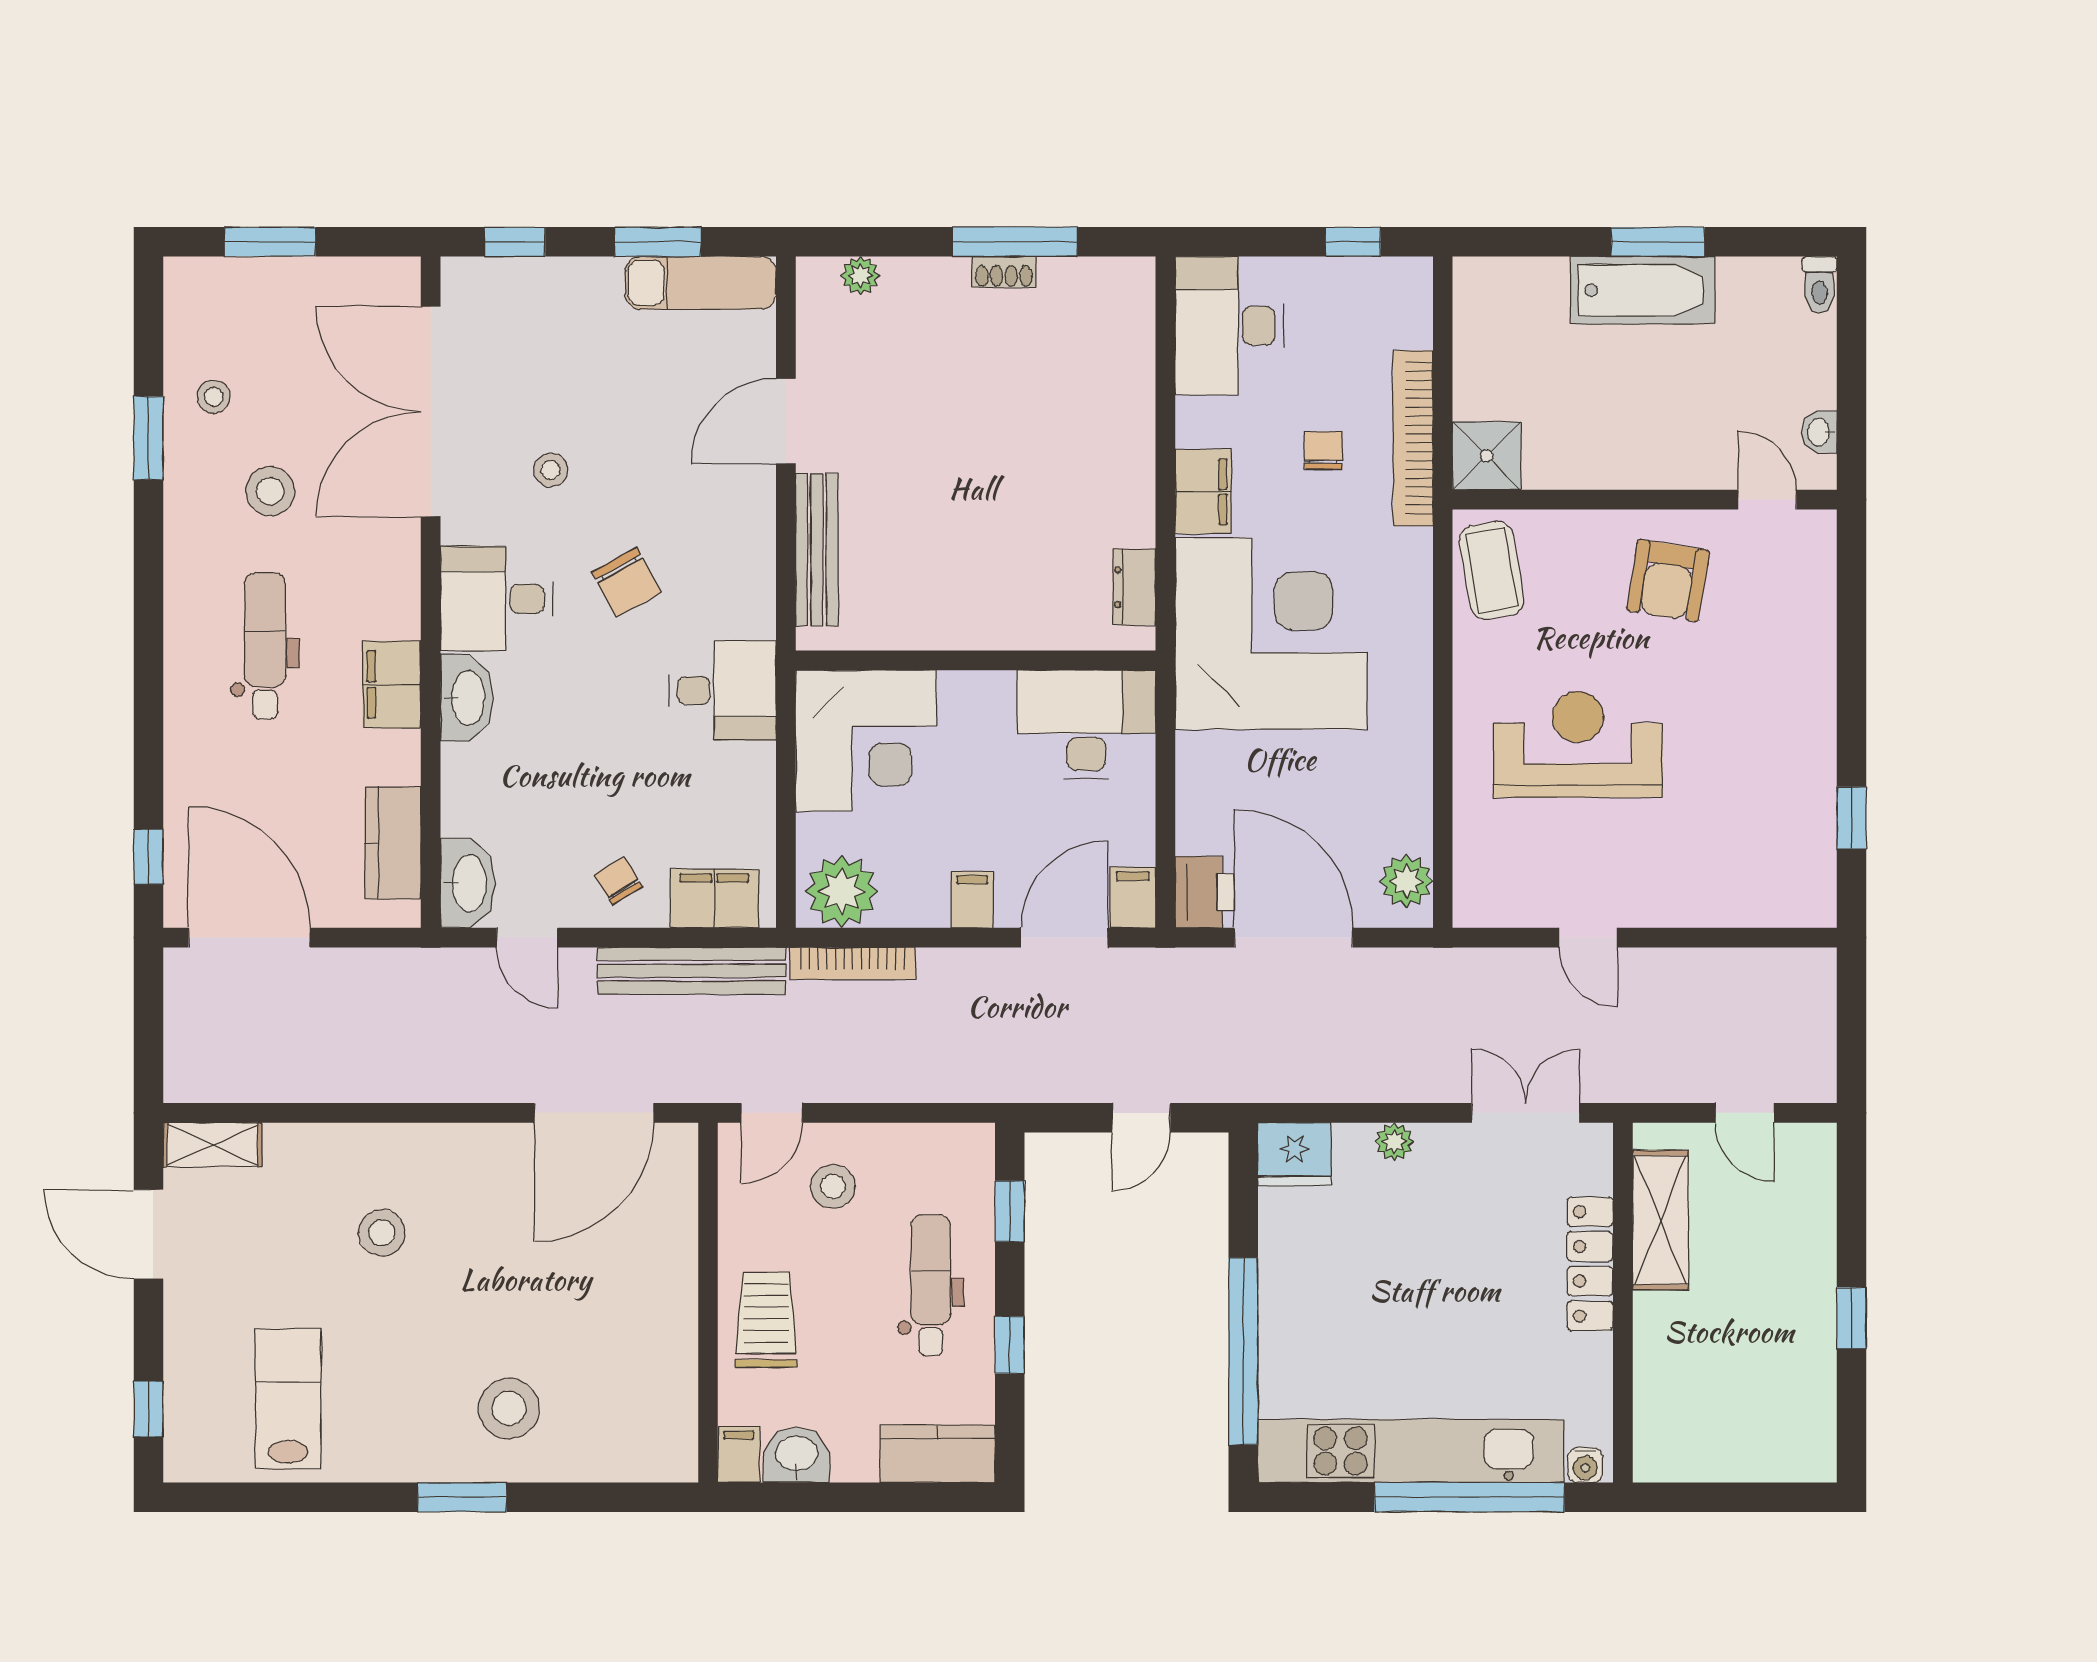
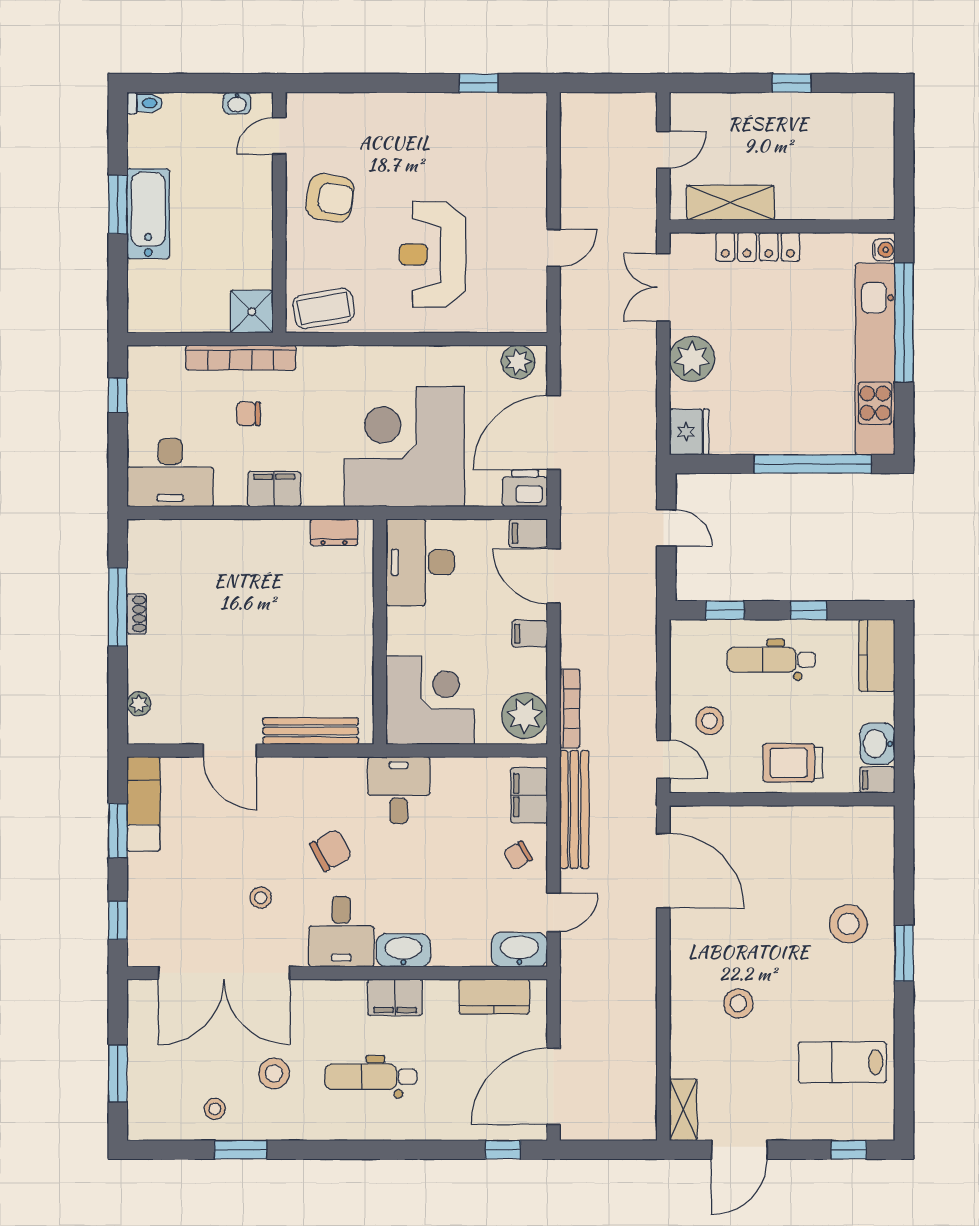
corner desk: (1271, 634) -> (404, 447), moved
plant: (1394, 1142) -> (692, 359), width x1.88, depth x1.88

